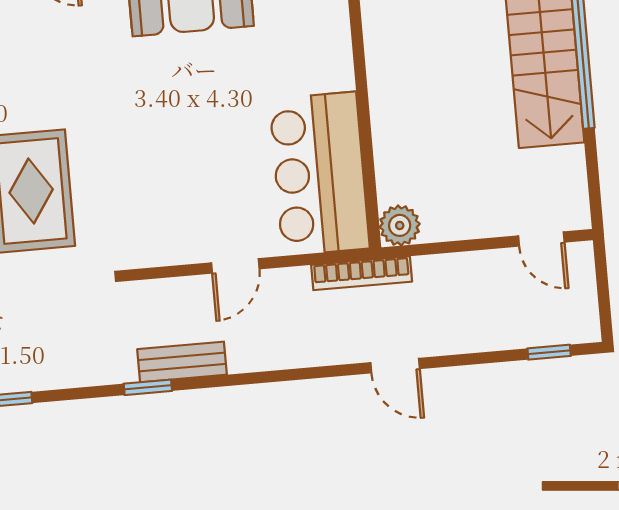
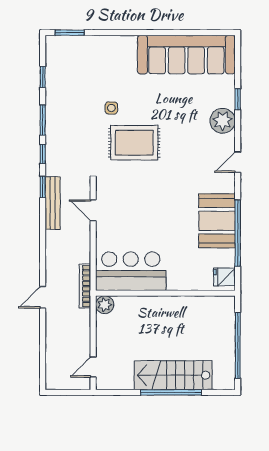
door: (235, 266) -> (93, 210), moved
window: (549, 352) -> (43, 154), moved
bench: (182, 362) -> (53, 203), width x1.36

